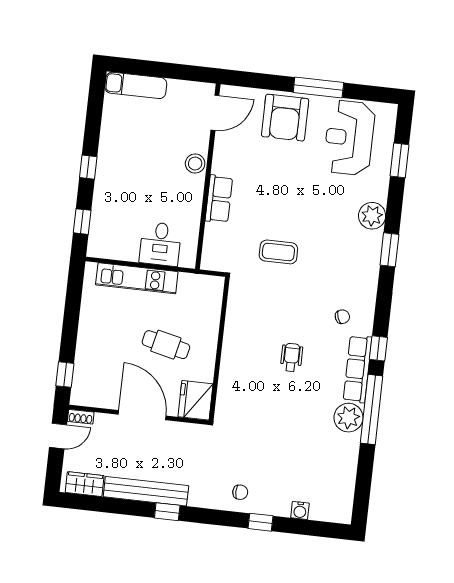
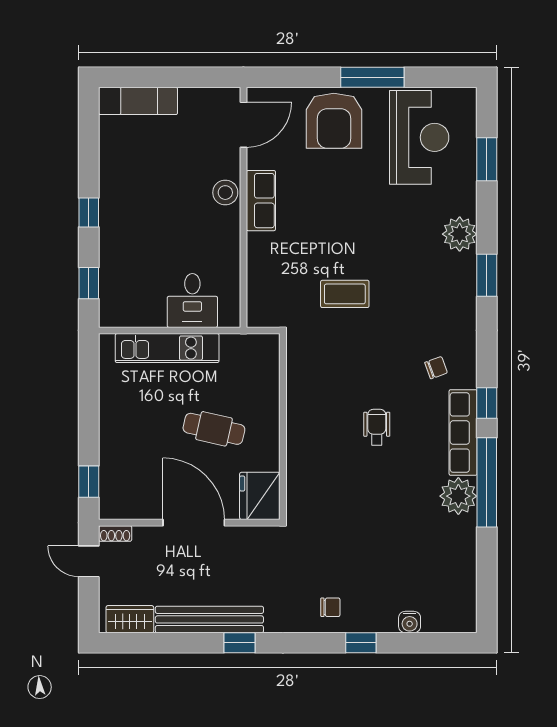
reception desk: (349, 138) -> (419, 137), turned 180
row of seats: (219, 199) -> (261, 201), moved
door: (58, 436) -> (89, 561), swing flipped

